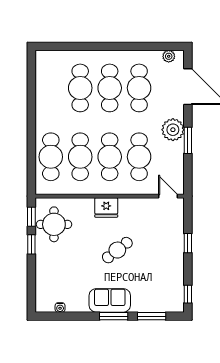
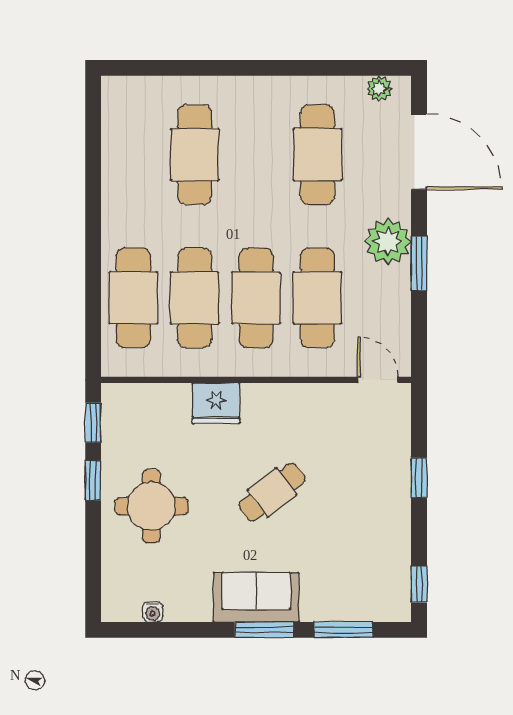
cafe table: (110, 88) -> (256, 155), removed
fridge: (106, 207) -> (216, 403), moved
round table: (54, 224) -> (151, 506), moved

